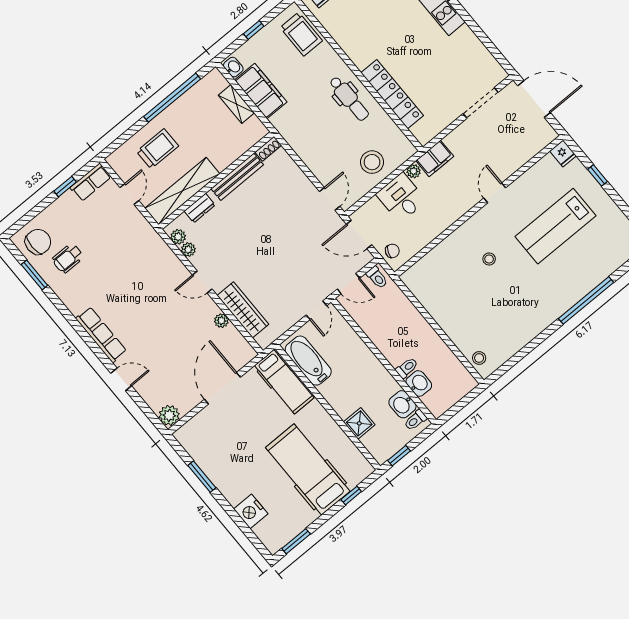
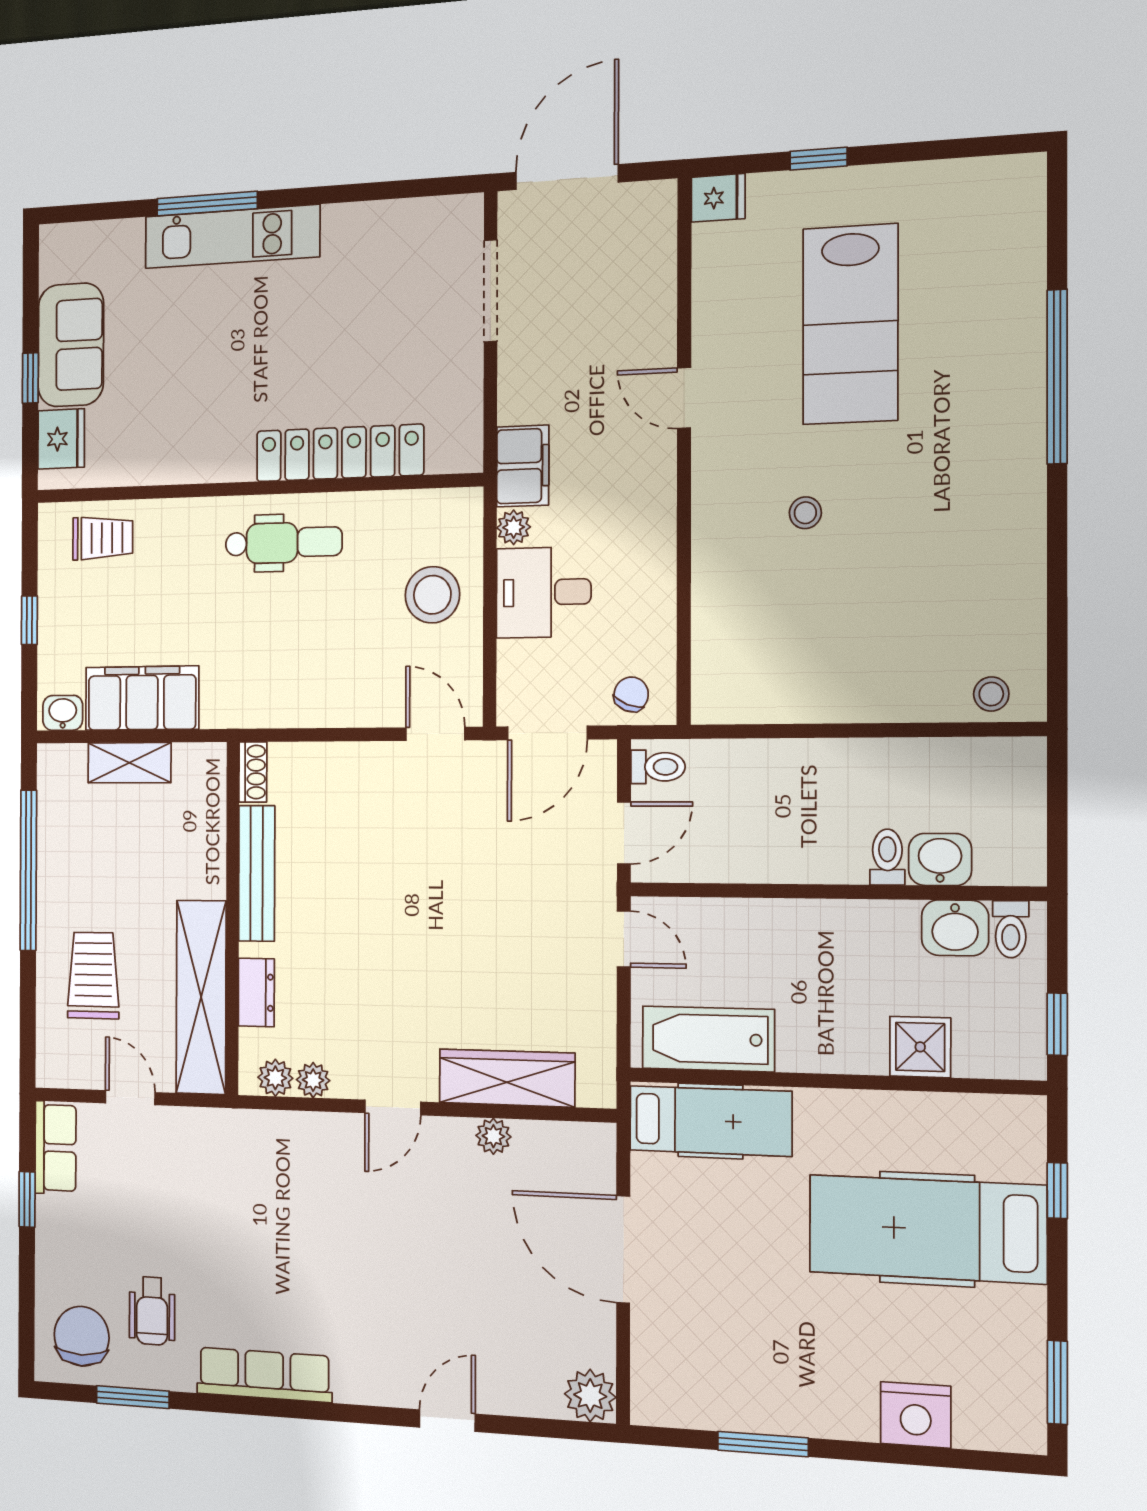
trolley: (301, 34) -> (103, 538), width x0.73, depth x0.72
row of seats: (101, 335) -> (264, 1375), moved

